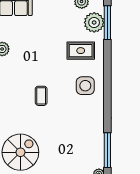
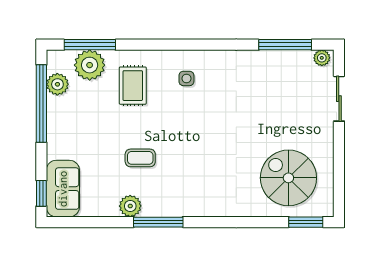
side table: (85, 86) -> (186, 78), width x0.54, depth x0.54
coffee table: (41, 96) -> (140, 158), moved

